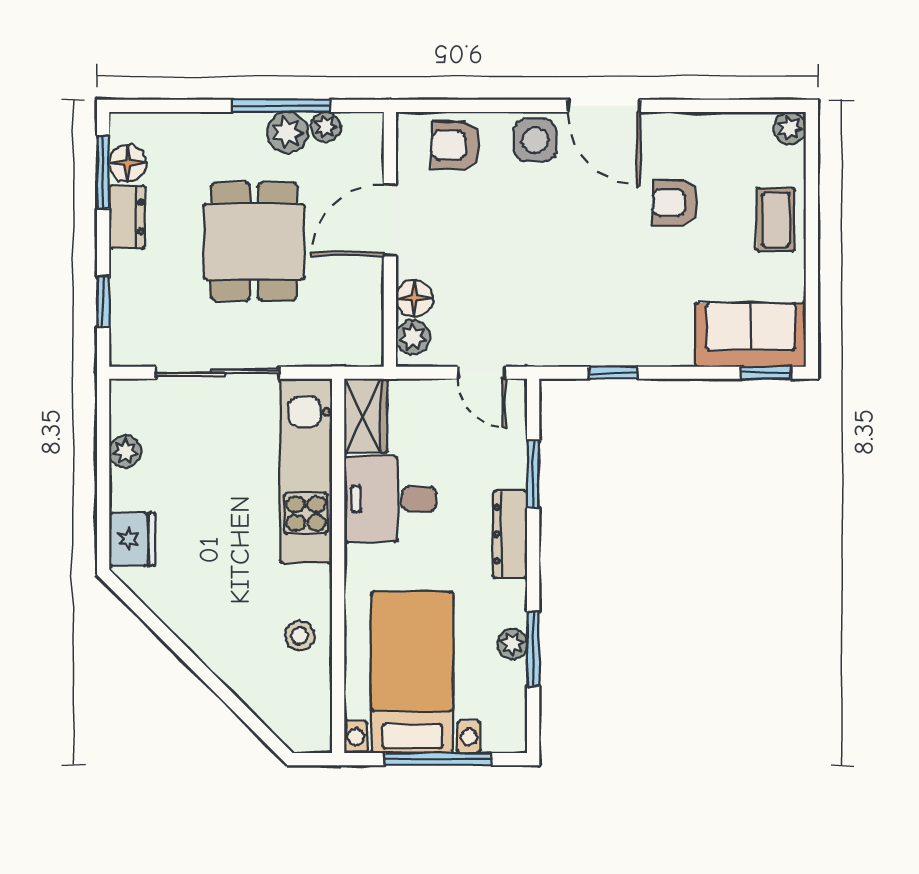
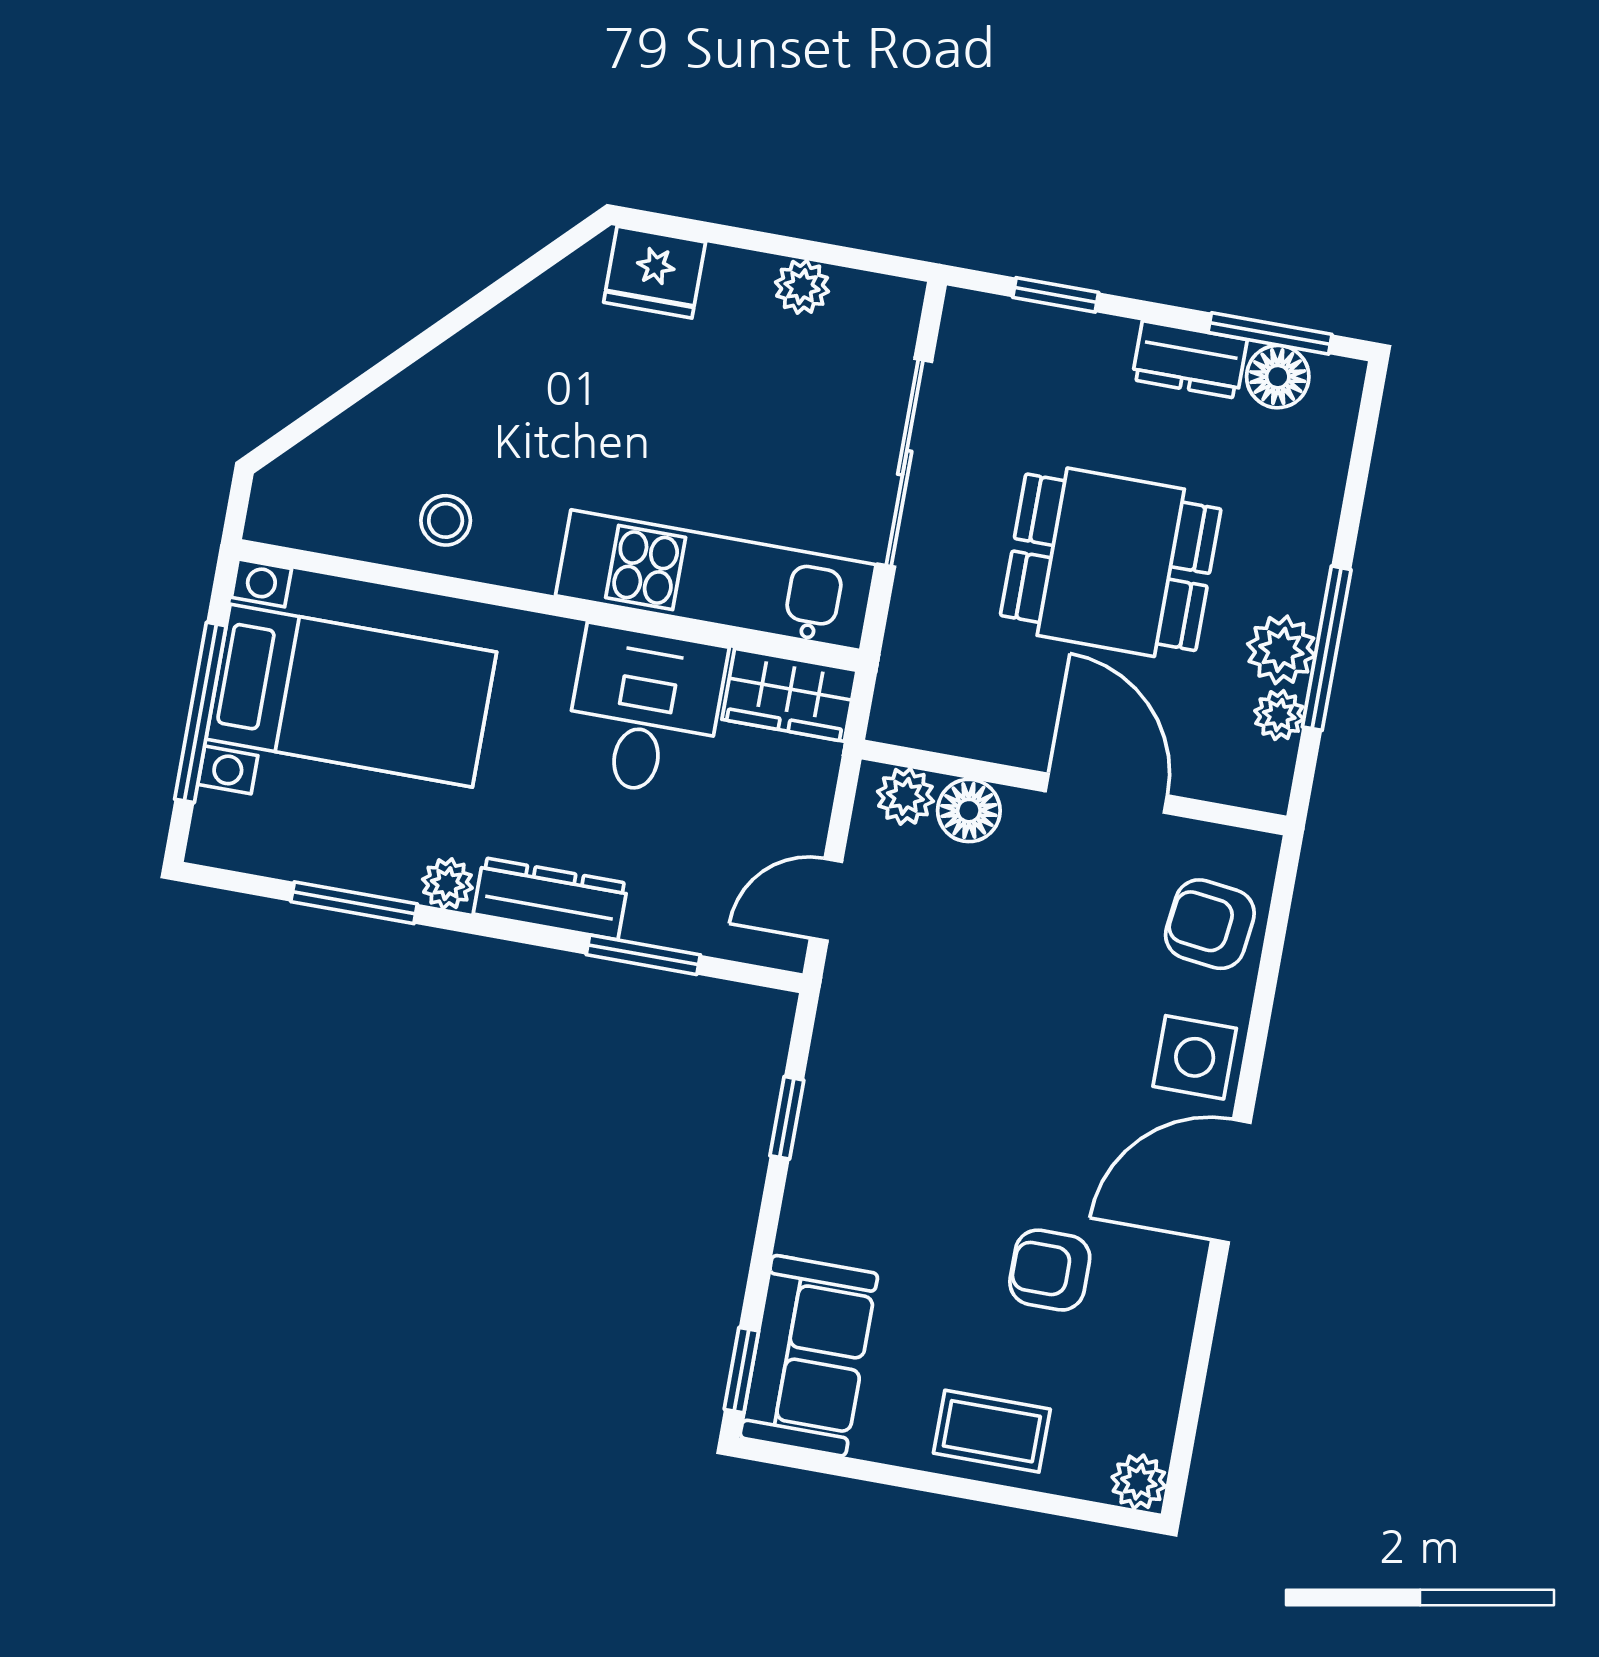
armchair: (455, 145) -> (1210, 924), turned -83
armchair: (675, 203) -> (1050, 1270), turned -90
plant: (512, 644) -> (447, 884), moved

